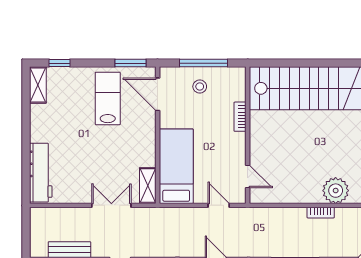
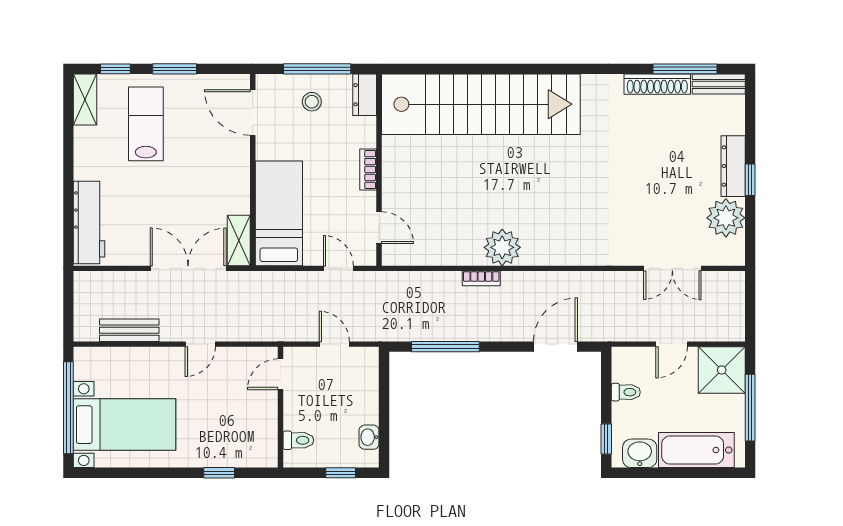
window: (130, 63) -> (175, 69), moved
dresser: (237, 82) -> (365, 95), added
lab bench: (108, 98) -> (146, 124), moved
bookcase: (240, 117) -> (368, 170), moved
double door: (111, 205) -> (188, 268), width x1.37

